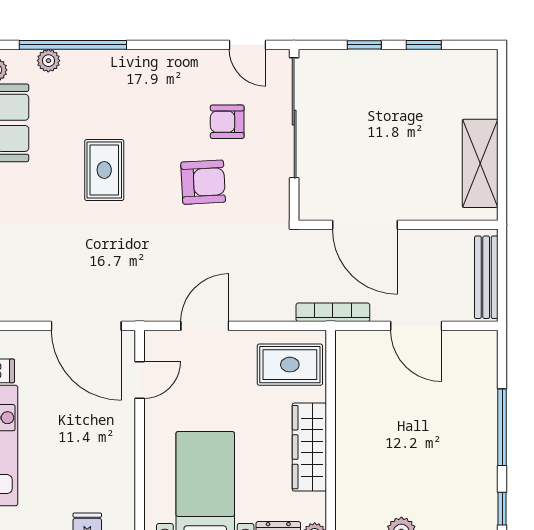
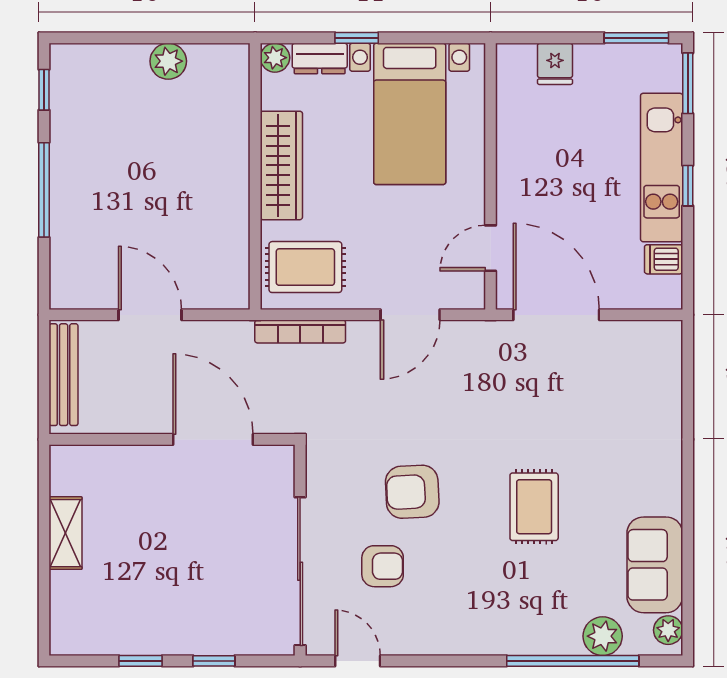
plant: (48, 61) -> (603, 636), width x1.38, depth x1.38
shelving: (480, 163) -> (66, 533), width x0.67, depth x0.75
bookcase: (333, 312) -> (300, 332), moved

